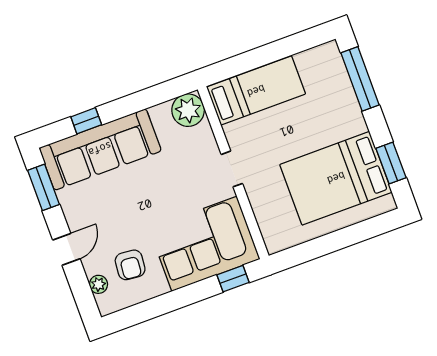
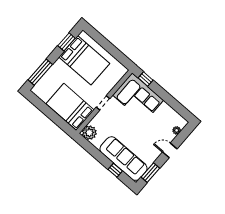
bed: (256, 91) -> (70, 107), width x1.50
armchair: (130, 265) -> (162, 122), removed

